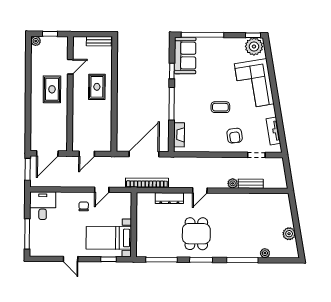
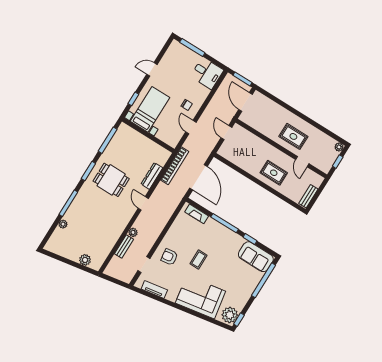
plant: (289, 234) -> (85, 260), moved

